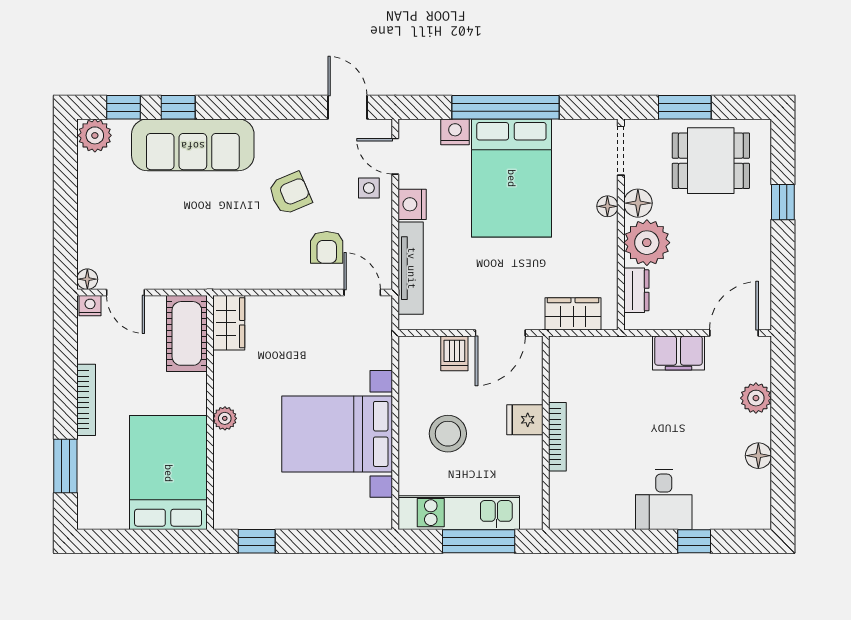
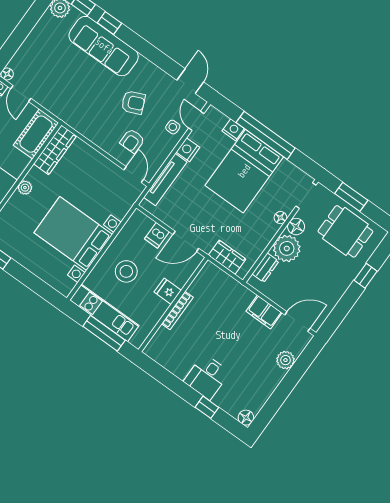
wardrobe: (229, 323) -> (55, 150), width x1.50
floor lamp: (758, 456) -> (246, 418), moved

